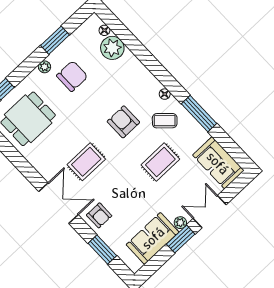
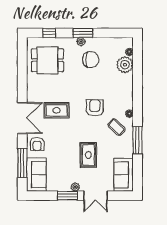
window: (55, 40) -> (83, 33), moved
rug: (160, 162) -> (88, 155), moved, turned 90
double door: (210, 212) -> (96, 196), swing flipped
sofa: (153, 238) -> (36, 175), moved, turned 90
window: (102, 249) -> (22, 163), width x1.44

